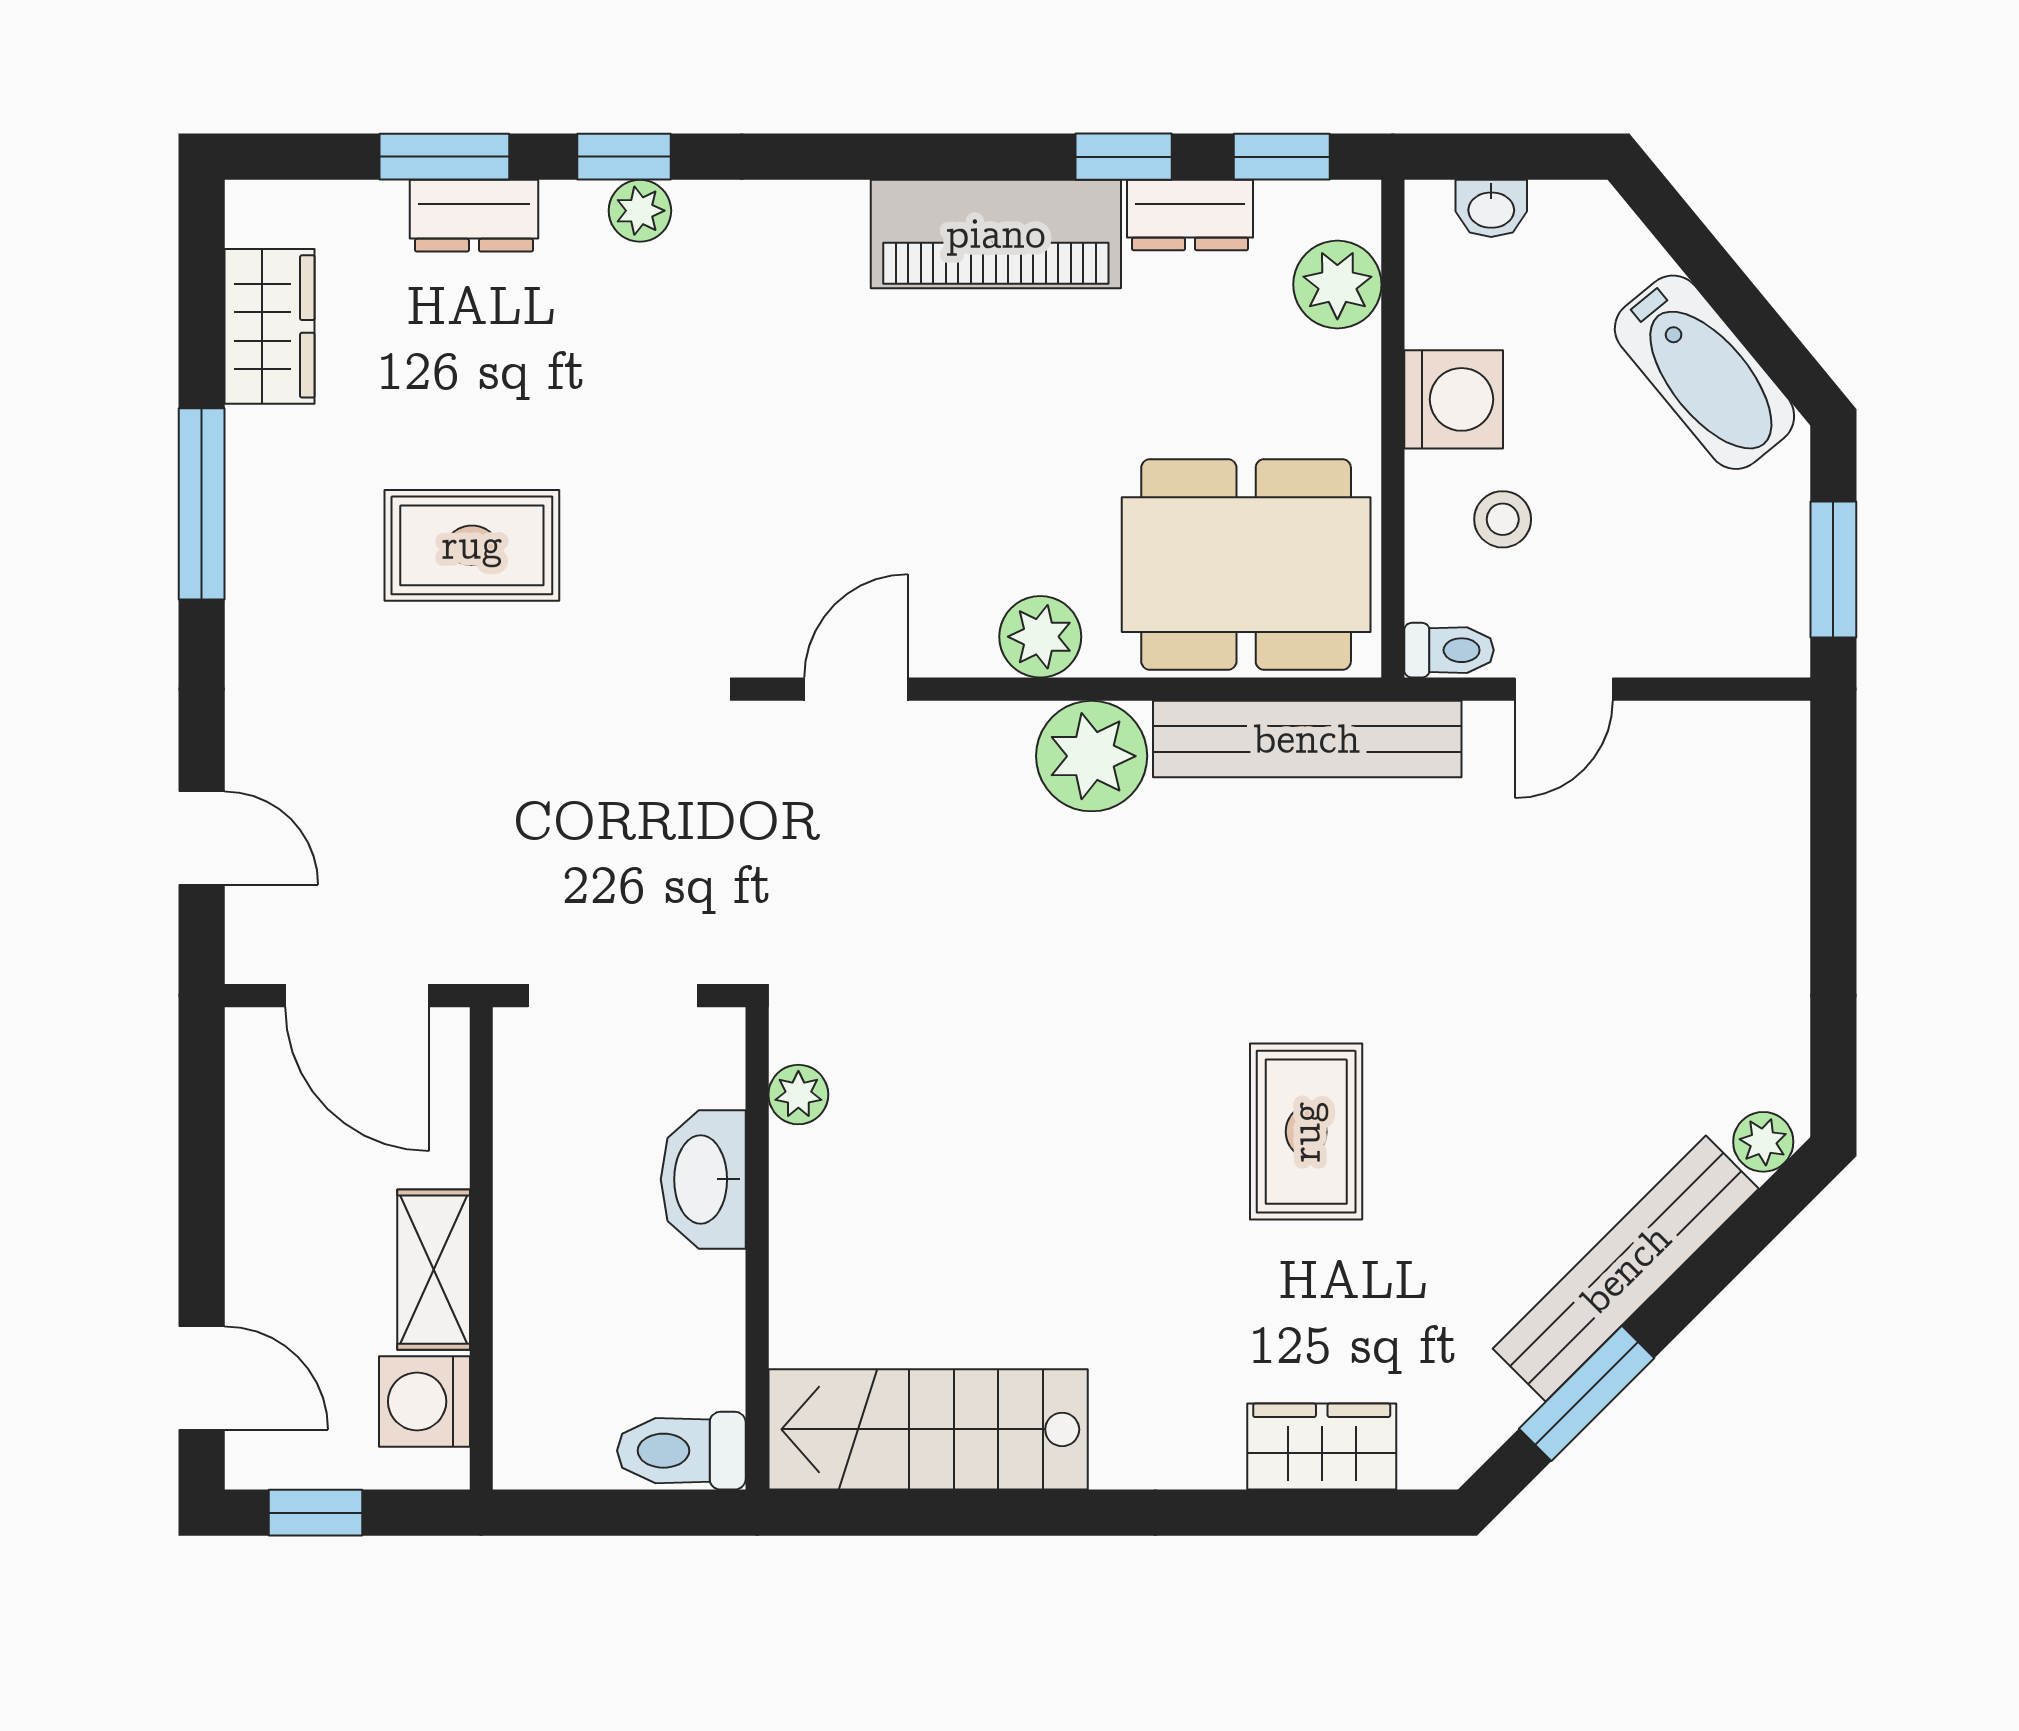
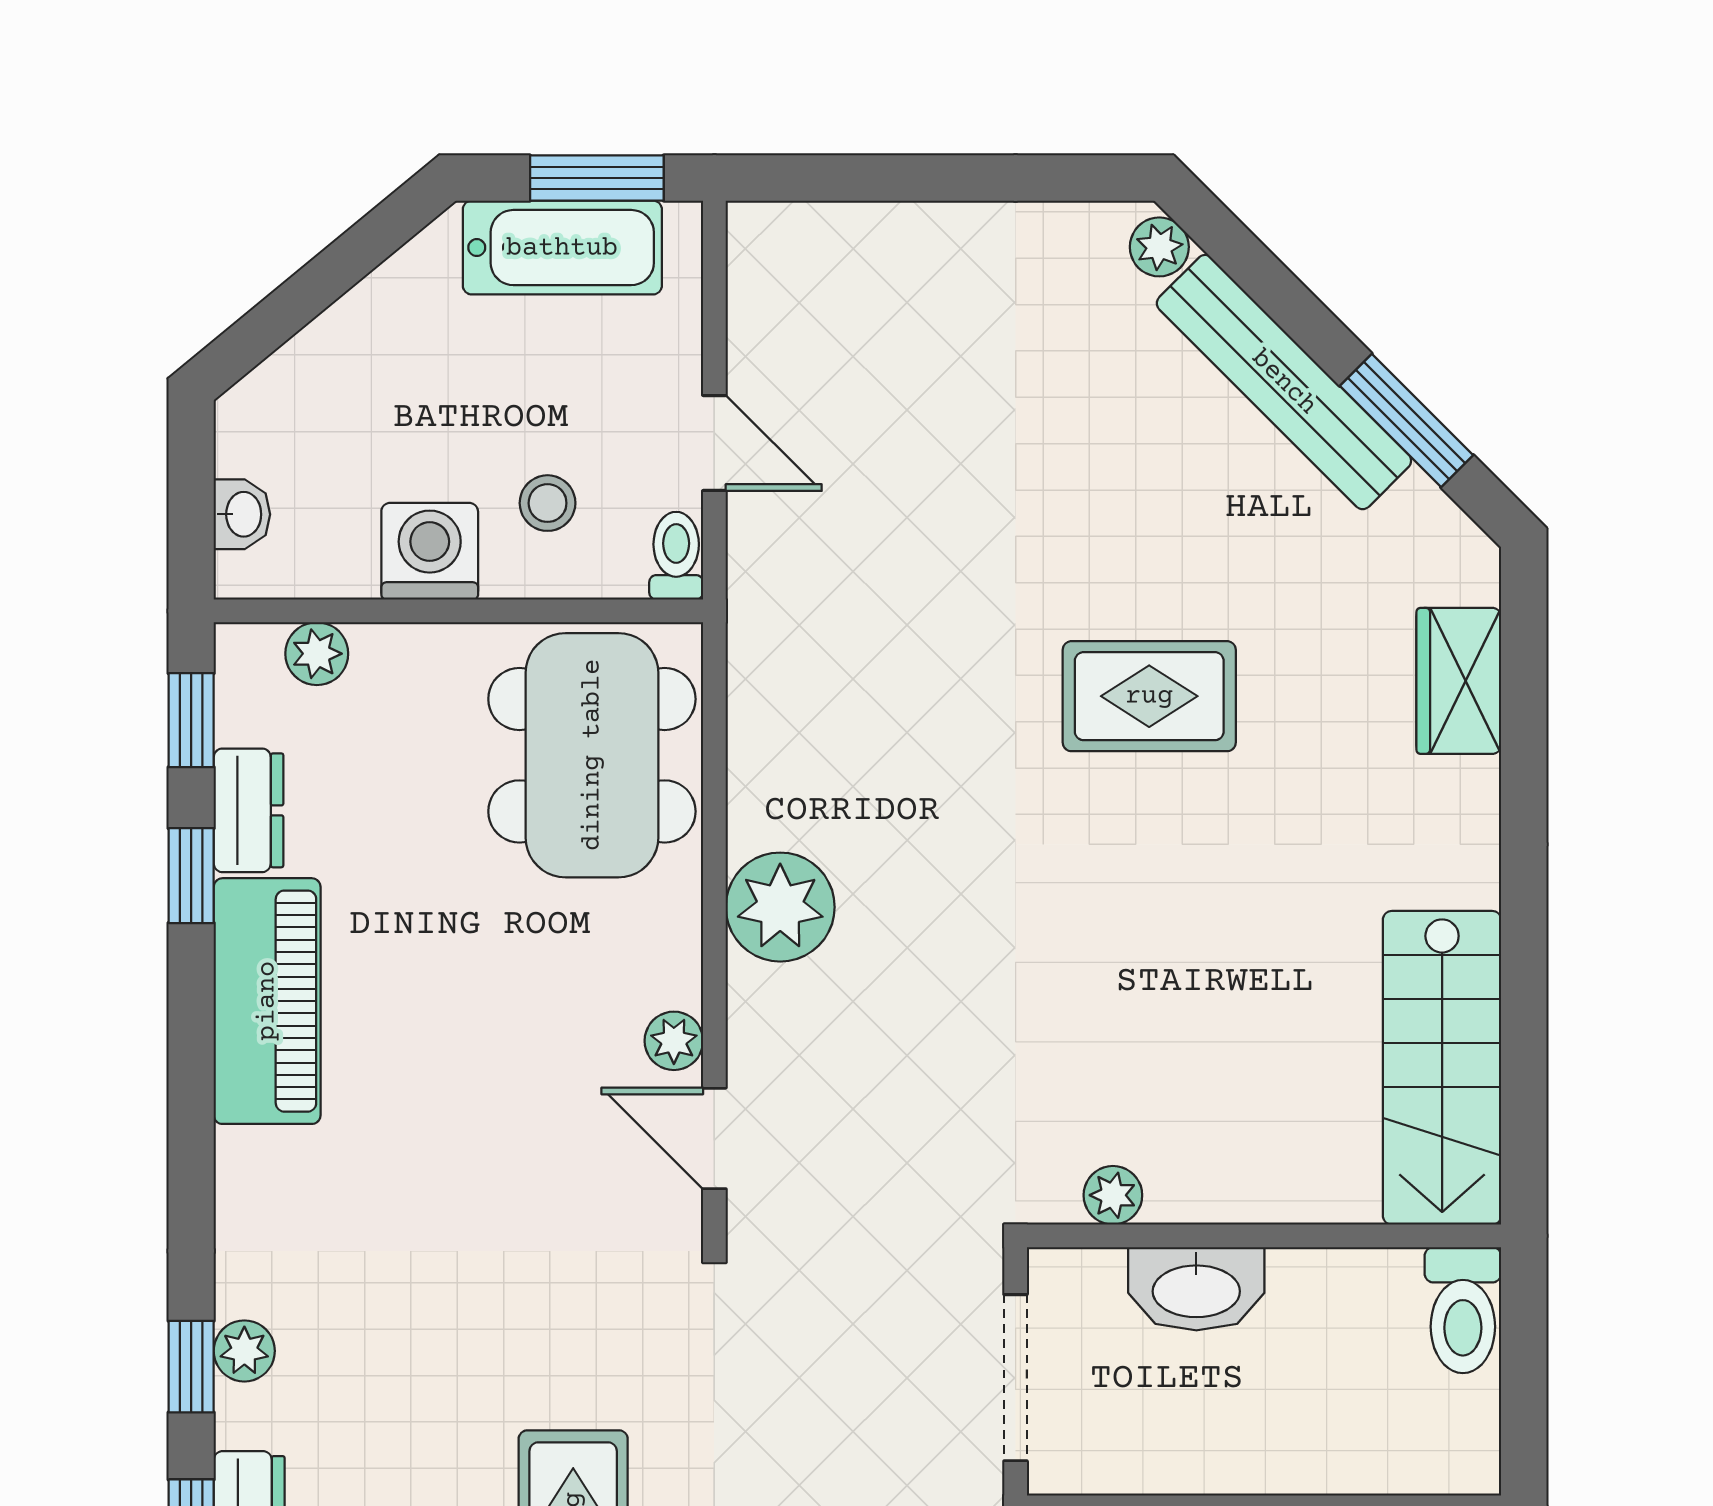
plant: (1337, 285) -> (317, 654), width x0.73, depth x0.73
bathtub: (1704, 372) -> (562, 248), moved, turned 39
plant: (1040, 637) -> (674, 1041), moved, width x0.73, depth x0.73
bench: (1307, 739) -> (763, 695), removed

